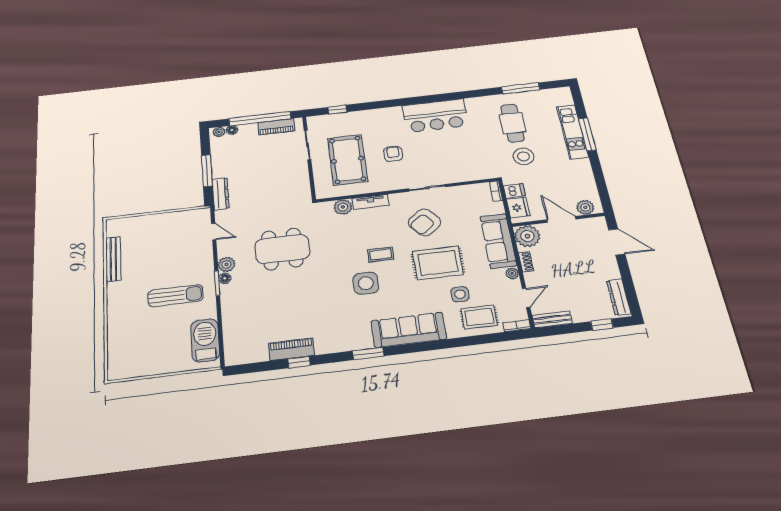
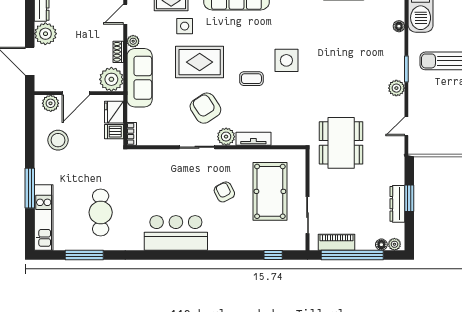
kitchen unit: (572, 132) -> (44, 217), moved
armchair: (393, 154) -> (224, 192), turned 153
stool: (523, 156) -> (58, 140), moved
window: (207, 171) -> (409, 198), width x0.69
dresser: (221, 194) -> (397, 204), moved
plant: (343, 207) -> (226, 137), moved
door: (561, 219) -> (76, 93), hinge flipped
armchair: (424, 222) -> (205, 108), turned -84
door: (214, 232) -> (406, 126), hinge flipped
dining table: (282, 249) -> (341, 143), moved, turned 90
plant: (607, 269) -> (45, 34), added
floor lamp: (225, 278) -> (399, 26), moved
side table: (366, 283) -> (286, 60), moved

